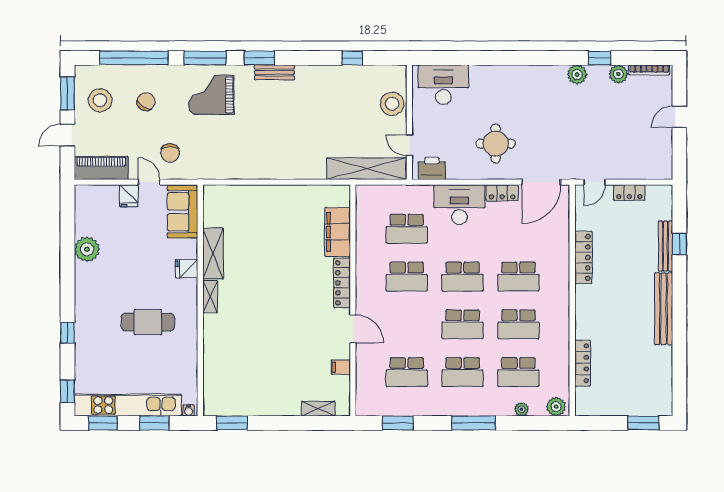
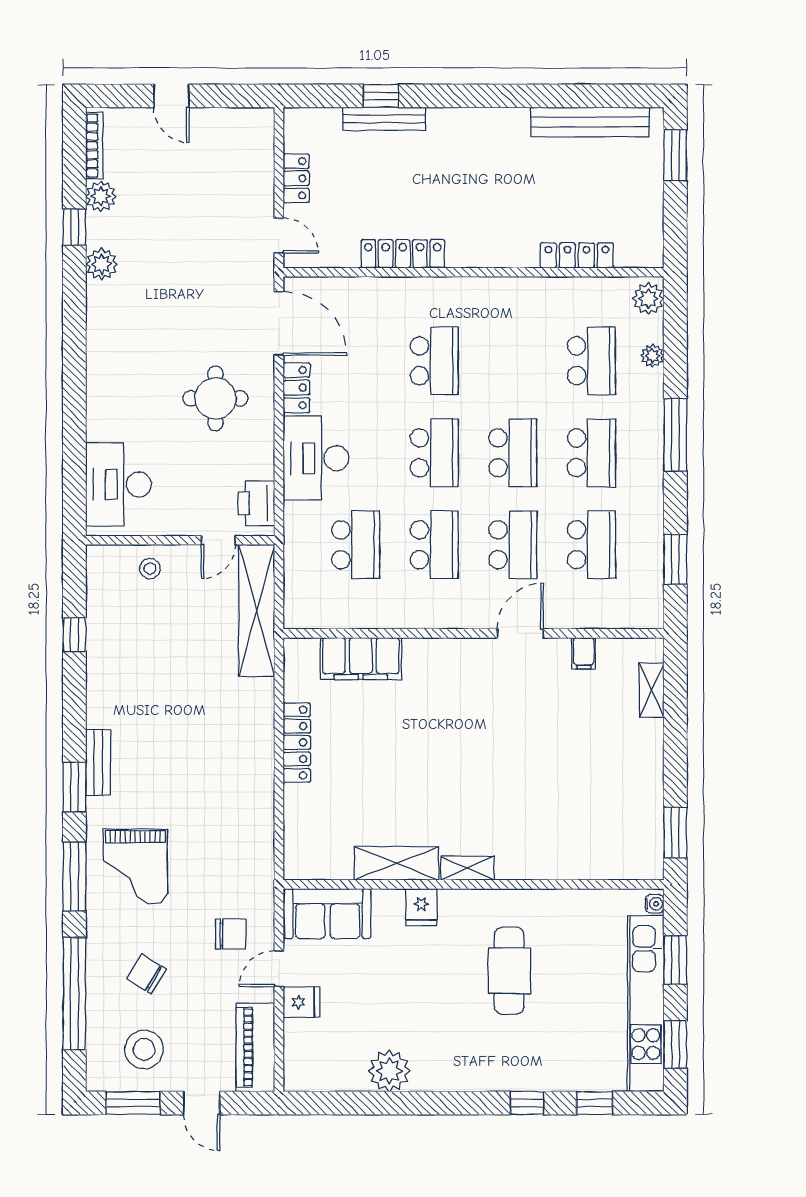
stool: (392, 104) -> (150, 569), width x0.53, depth x0.53
locker: (342, 283) -> (297, 743), moved, turned -90
bench: (664, 309) -> (590, 122), moved
school desk: (518, 324) -> (513, 545), moved
window: (67, 391) -> (595, 1103), moved

